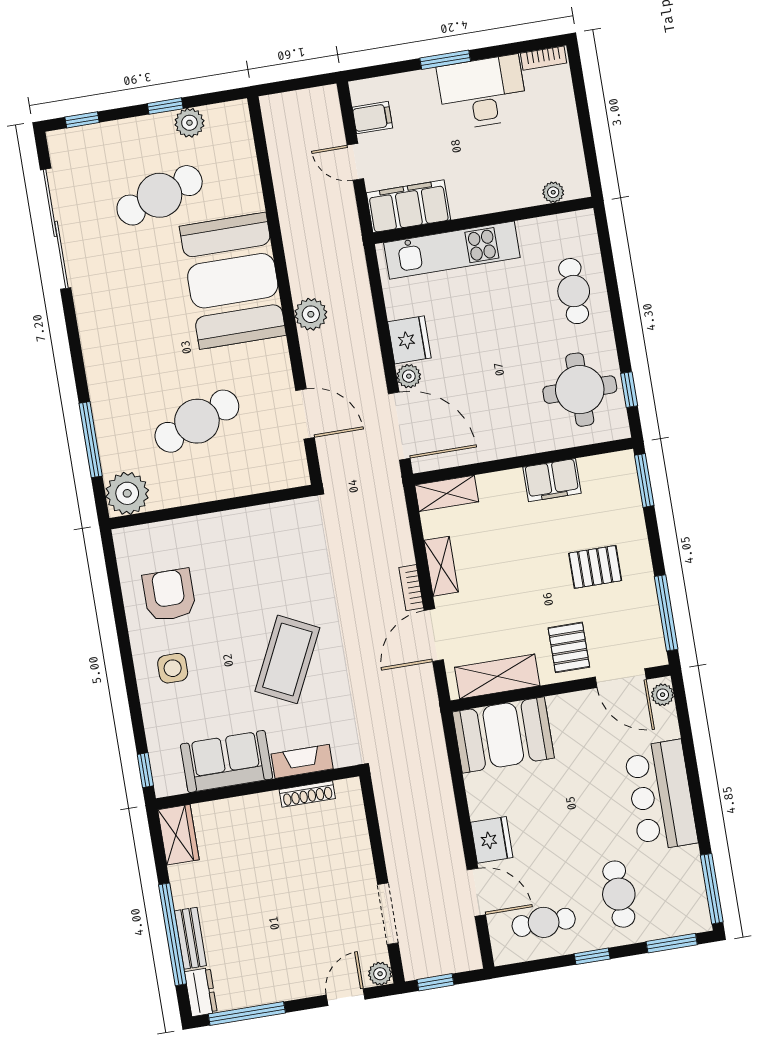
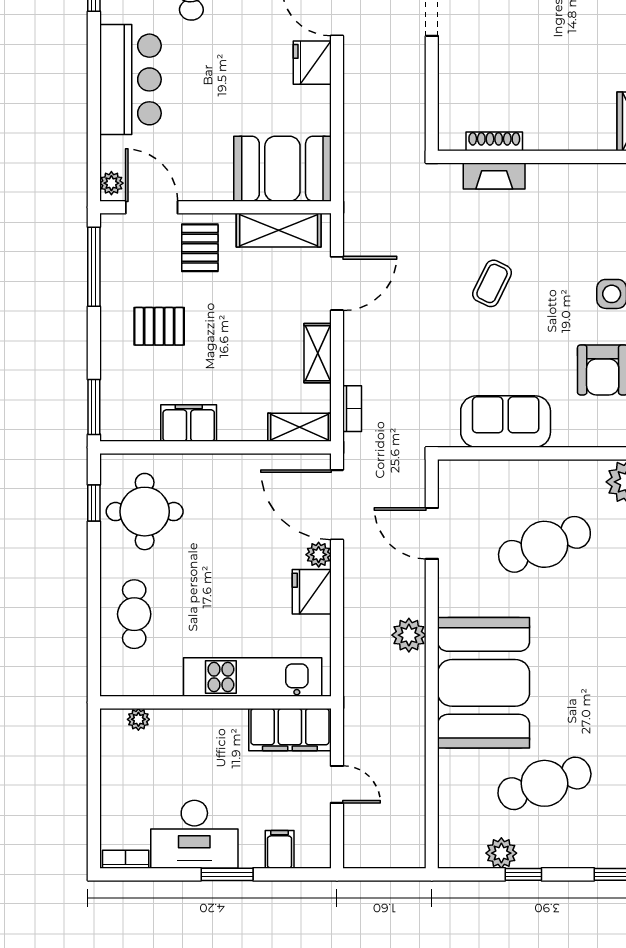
filing cabinet: (372, 118) -> (280, 849), moved, turned 90
bookcase: (411, 588) -> (352, 409), moved
coffee table: (287, 659) -> (492, 283), width x0.54, depth x0.58
sofa: (227, 761) -> (506, 422), moved, turned 180

